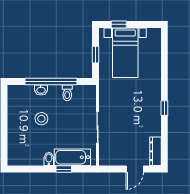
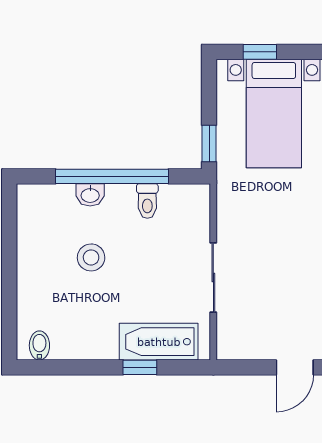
window: (95, 55) -> (209, 143), moved
bidet: (49, 159) -> (39, 345), moved

